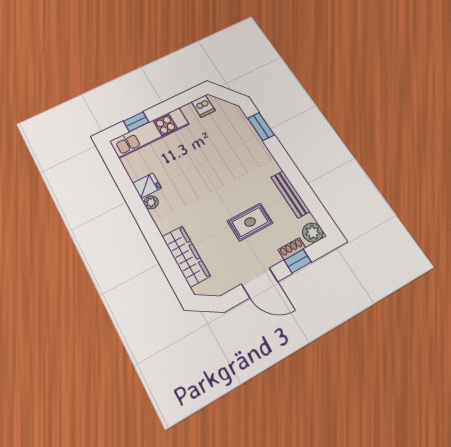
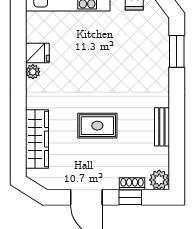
bench: (290, 194) -> (162, 127), width x0.73
rug: (250, 222) -> (97, 126), moved

